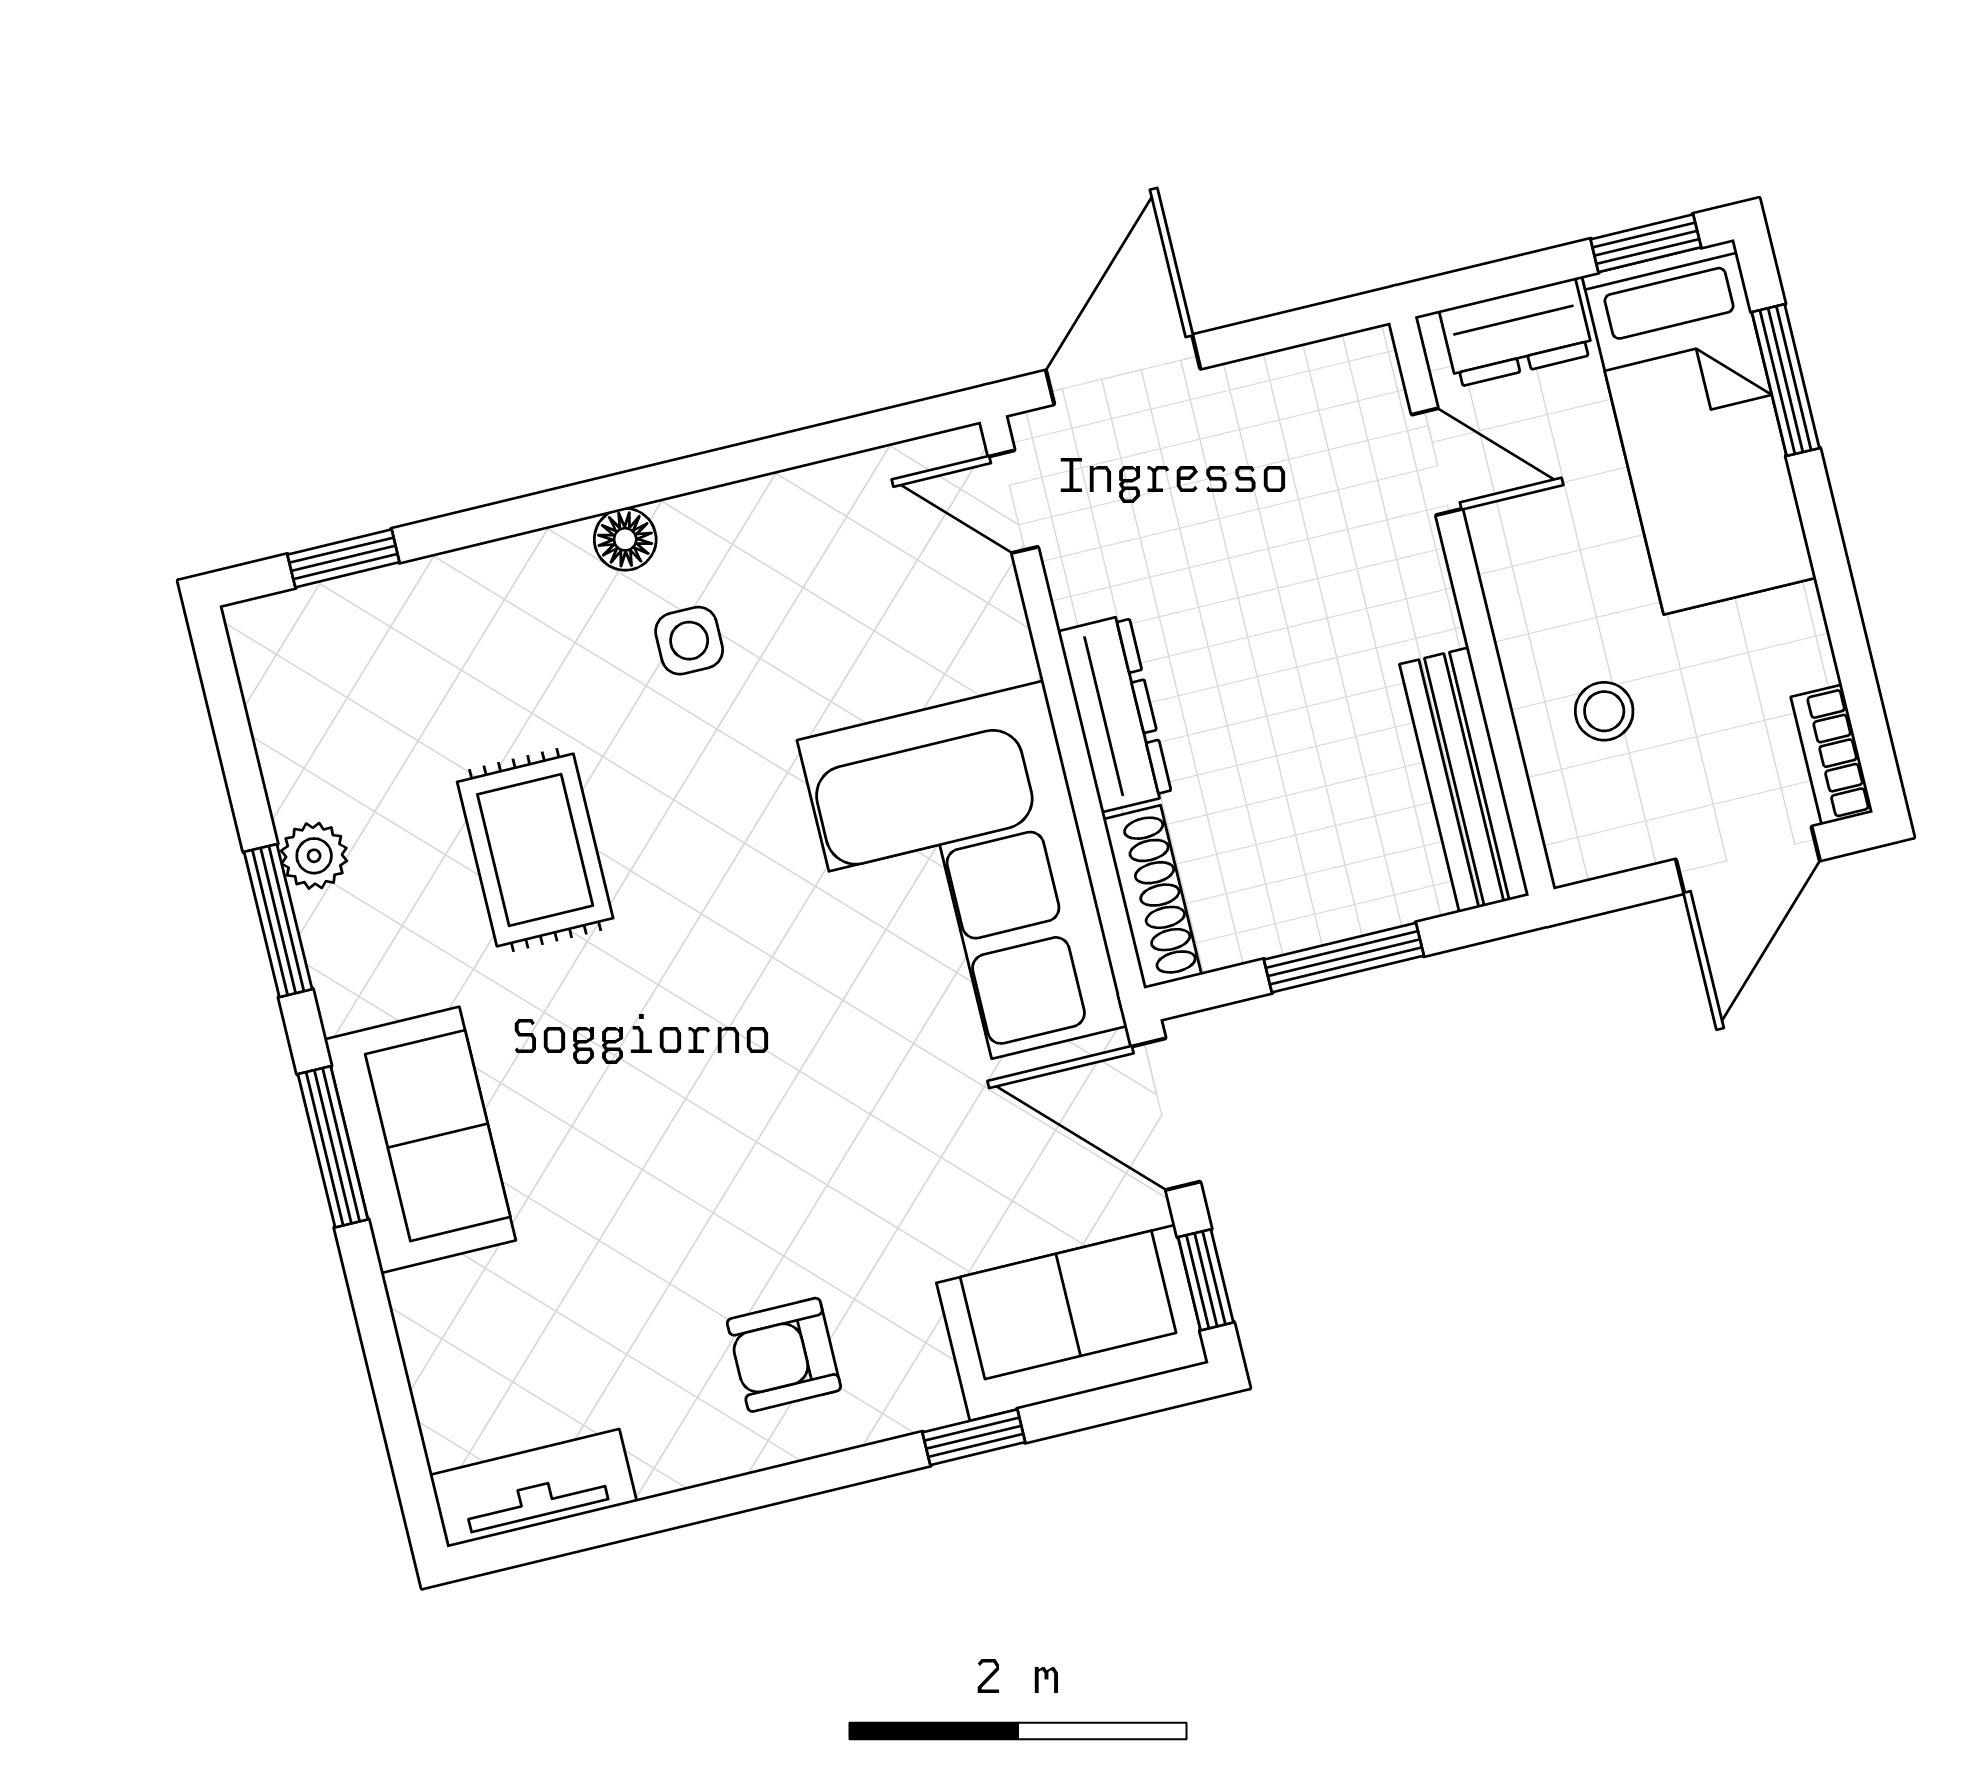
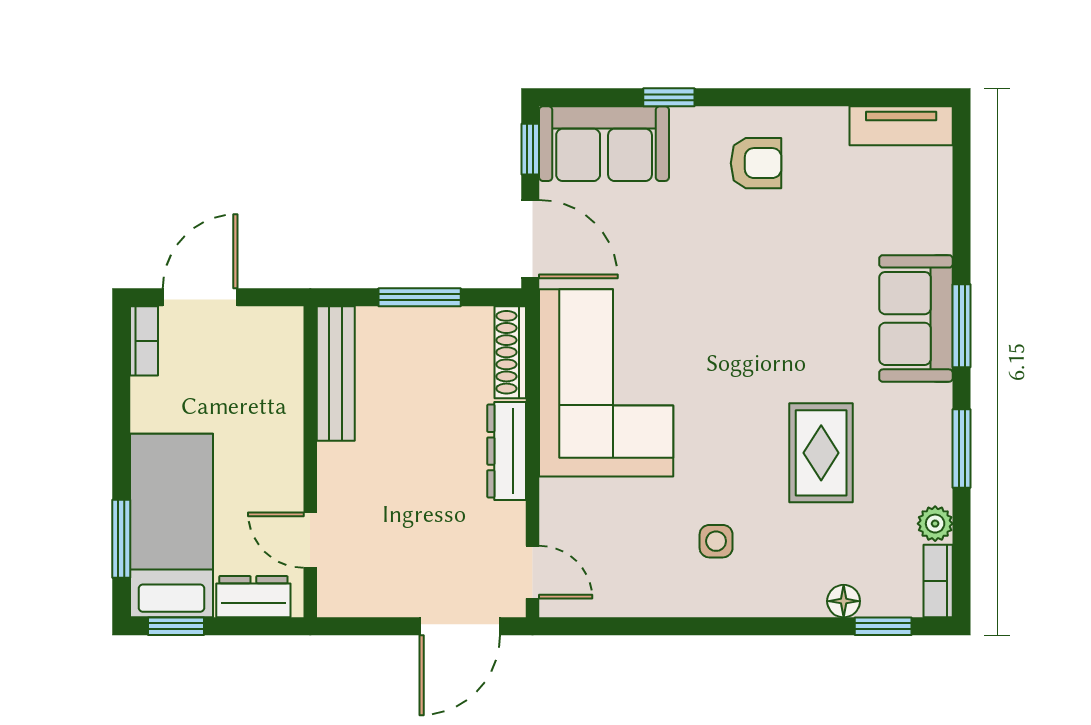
floor lamp: (625, 539) -> (844, 601), moved
bookcase: (262, 666) -> (938, 581), added
stool: (1604, 711) -> (255, 391), removed
plant: (314, 856) -> (935, 524), moved

